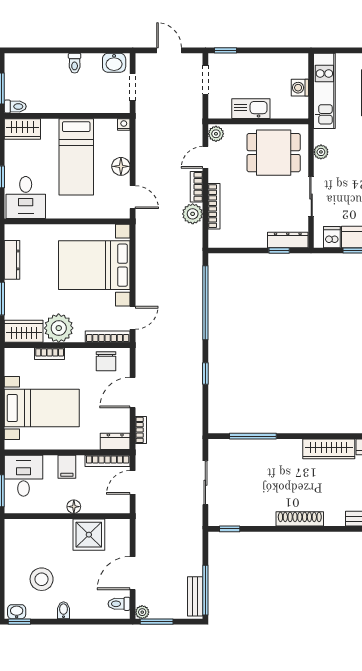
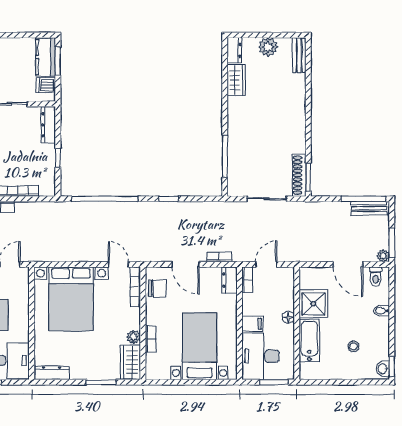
plant: (193, 214) -> (25, 210), removed
window: (279, 250) -> (58, 158), moved
dresser: (12, 260) -> (52, 373), moved
plant: (59, 328) -> (134, 337), width x0.53, depth x0.53
wardrobe: (329, 449) -> (236, 80), width x0.67
bookcase: (108, 461) -> (247, 280), width x0.64
desk: (23, 476) -> (260, 356), width x1.37
door: (133, 482) -> (266, 264), swing flipped
shoe rack: (300, 519) -> (299, 175), moved
window: (230, 529) -> (308, 177), width x1.50
bathtub: (48, 530) -> (309, 341), added
stool: (42, 579) -> (354, 346), width x0.53, depth x0.53
bidet: (64, 610) -> (382, 311), moved

